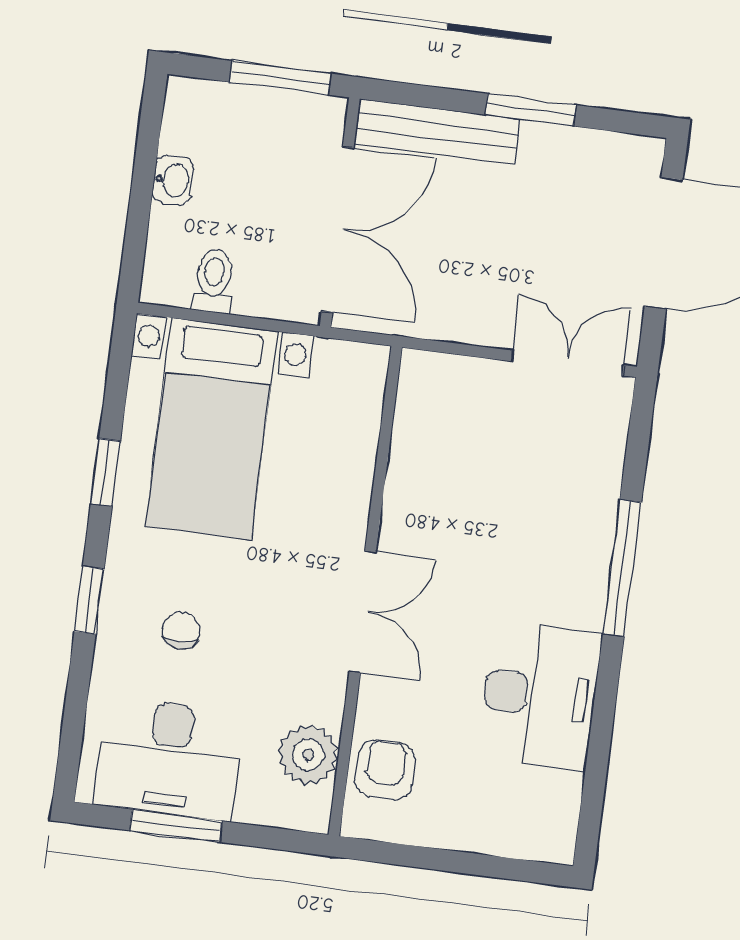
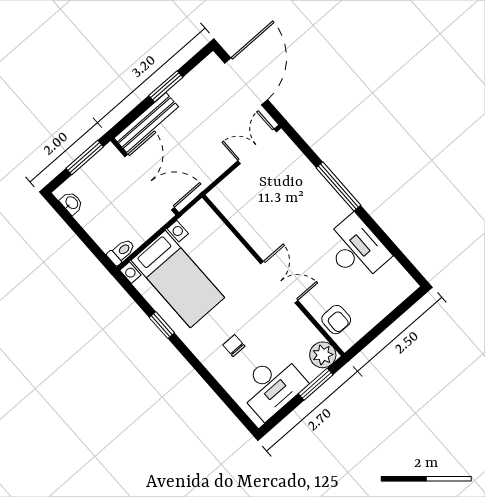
washbasin: (173, 180) -> (71, 203), moved
toilet: (214, 281) -> (121, 252), moved, turned 90
window: (89, 600) -> (198, 367), removed
plant: (308, 755) -> (323, 355), moved
armchair: (385, 770) -> (336, 320), turned 180
window: (176, 826) -> (316, 384), moved

